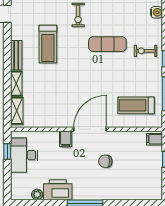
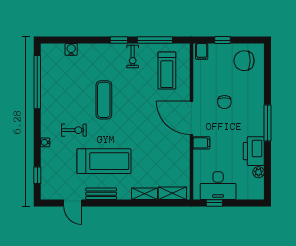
treadmill: (48, 44) -> (104, 161), width x1.37, depth x1.38
exercise bike: (145, 51) -> (133, 57), moved
bench: (16, 55) -> (101, 194), moved
chair: (146, 180) -> (244, 61), added

